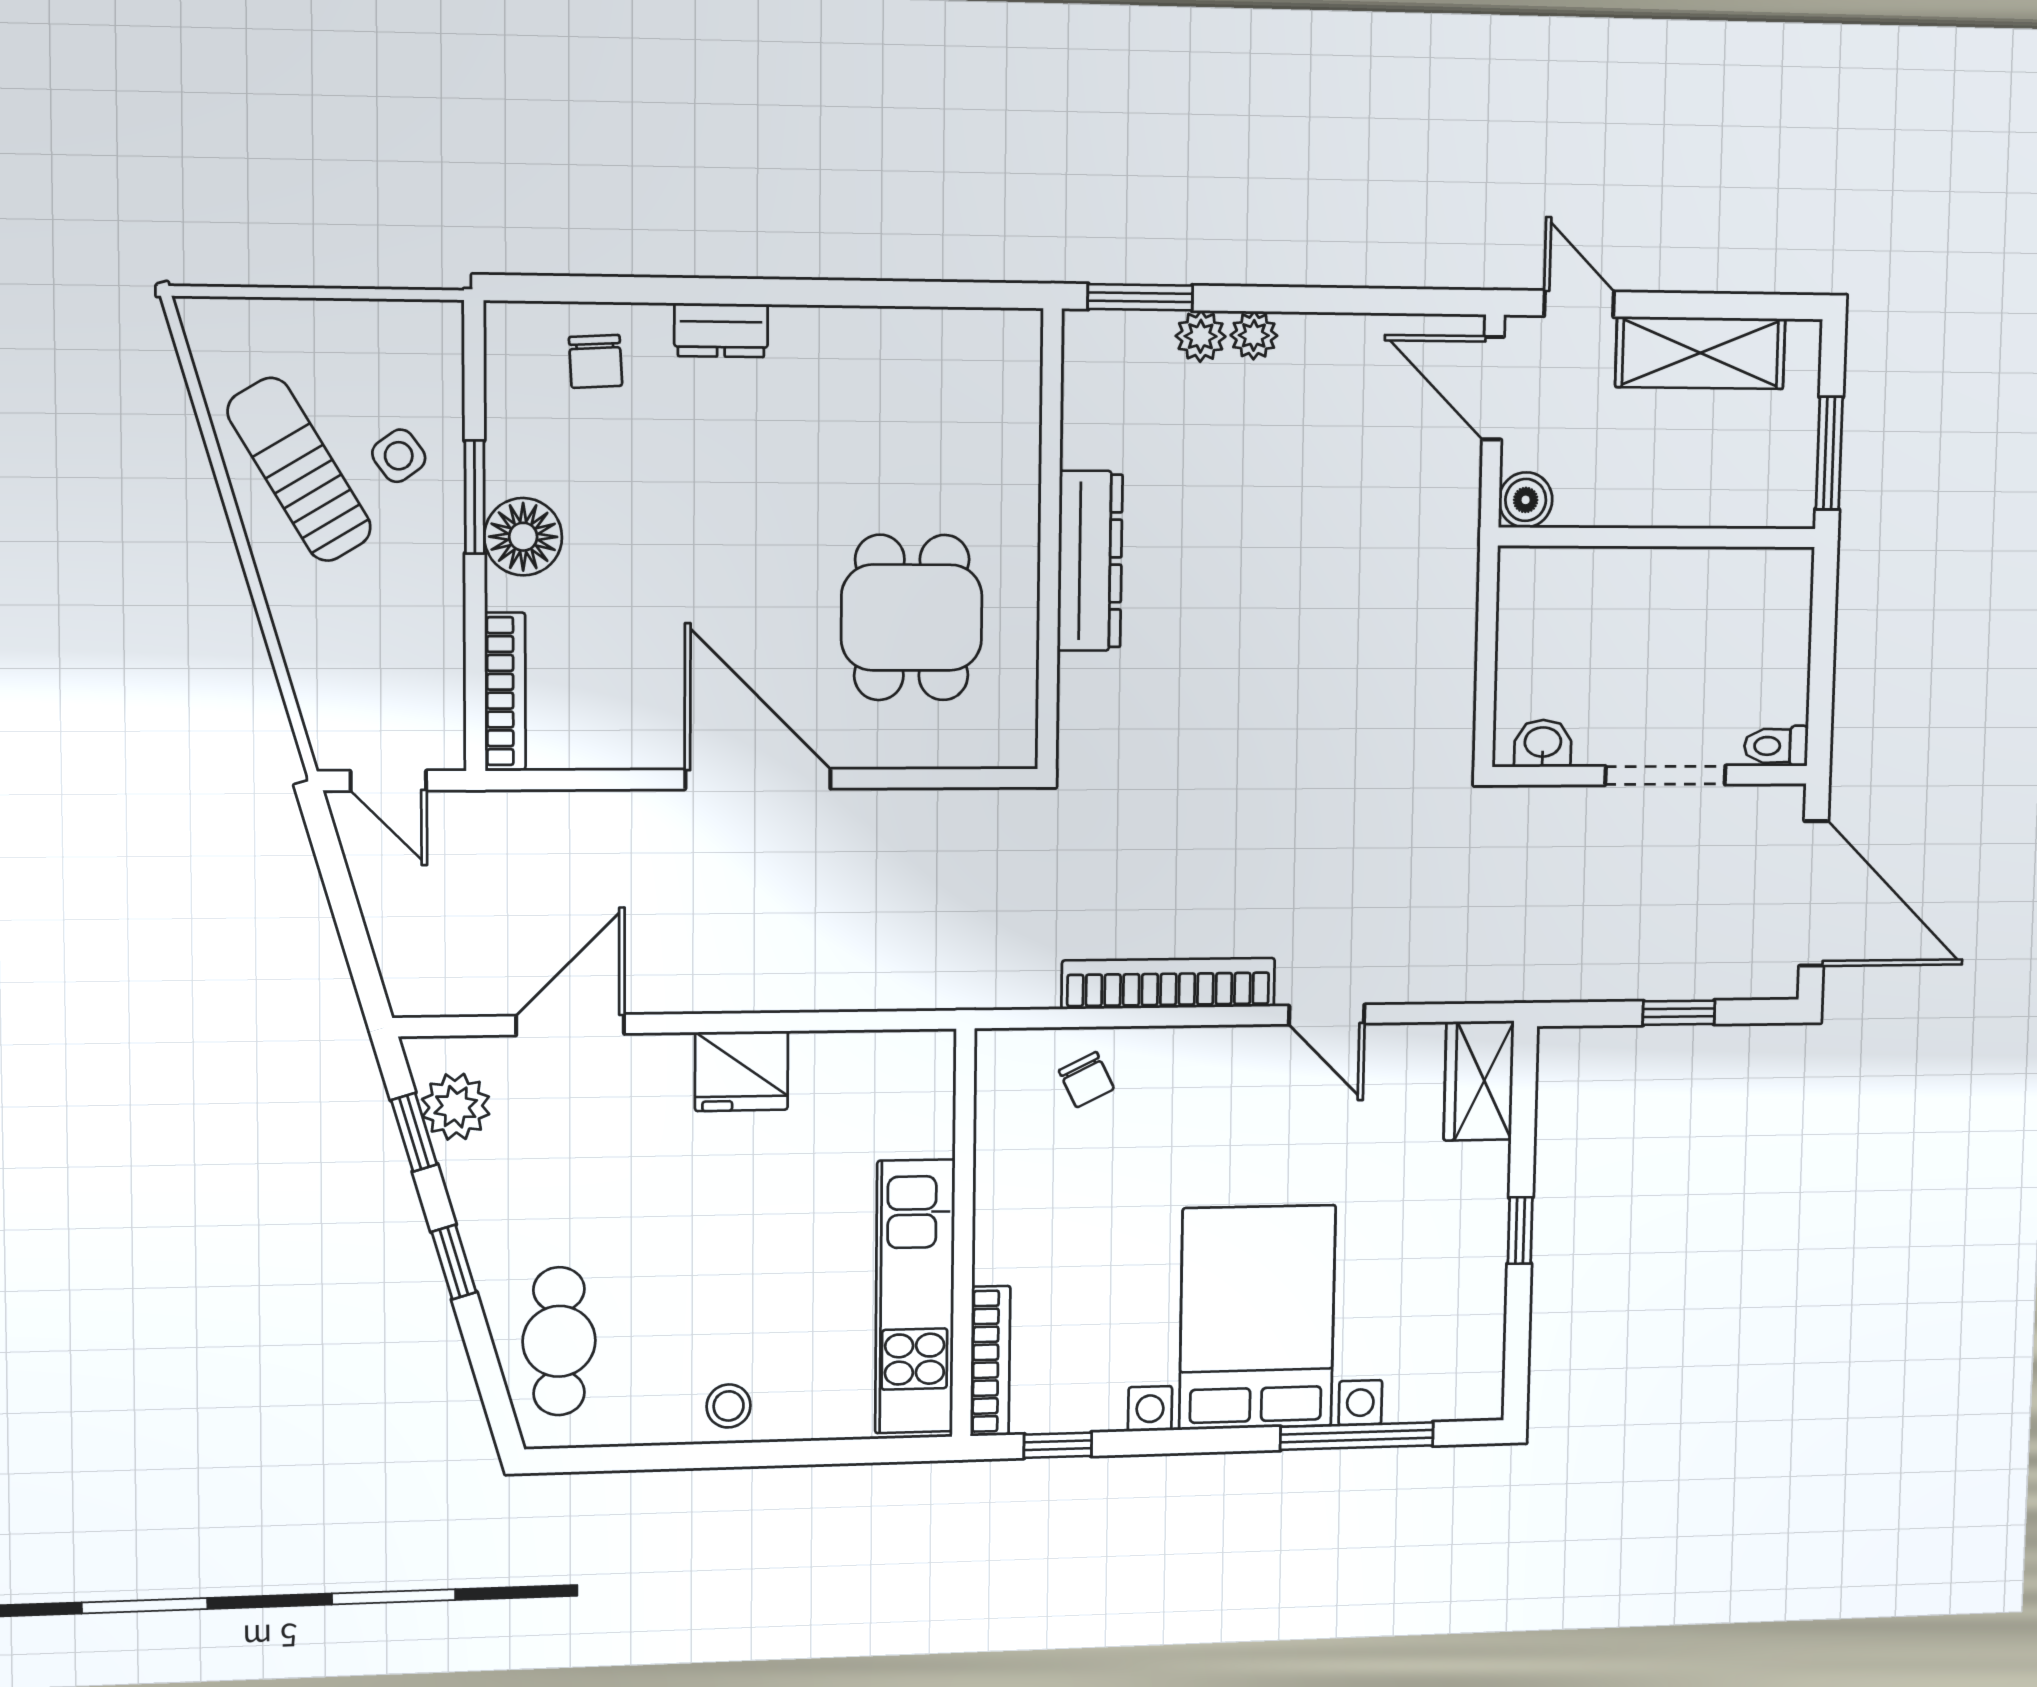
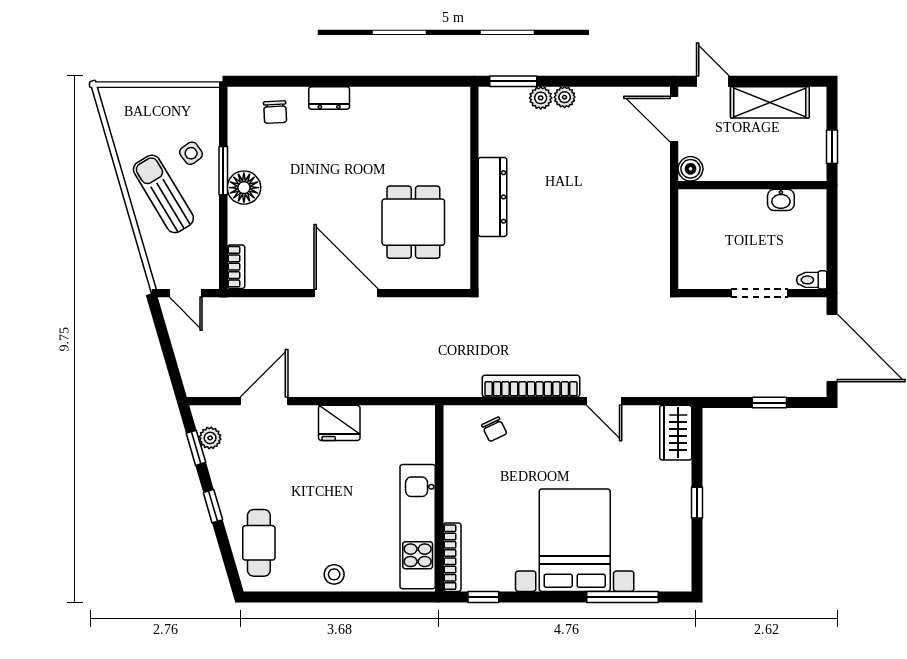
window: (1829, 453) -> (832, 147), width x0.67
sun lounger: (299, 470) -> (163, 194), moved
bookcase: (505, 691) -> (236, 267), width x0.64
washbasin: (1543, 743) -> (781, 200), moved, turned 180
plant: (456, 1107) -> (210, 438), width x0.73, depth x0.73

